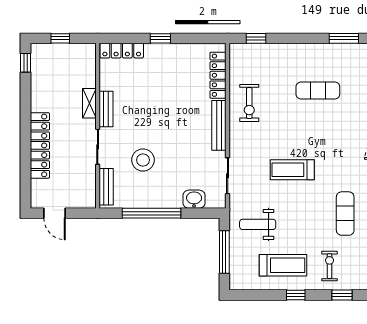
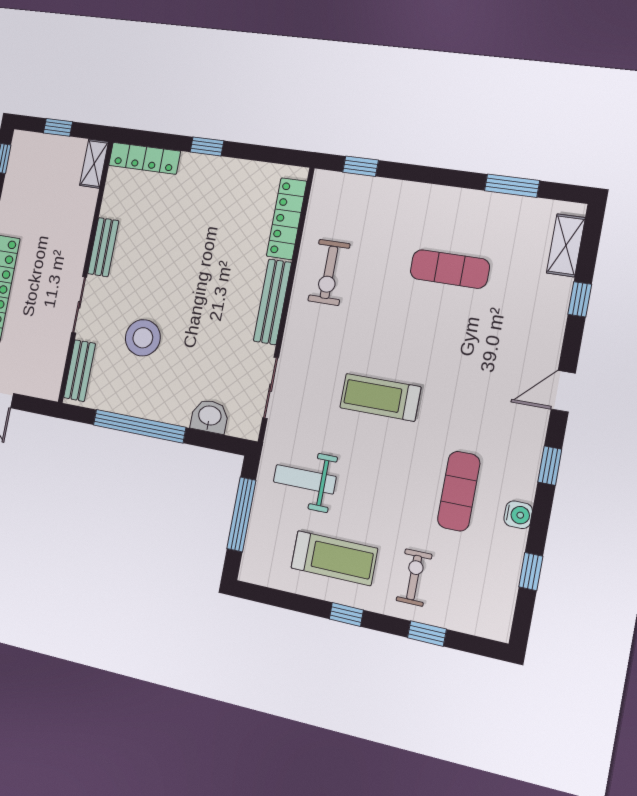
shelving: (89, 103) -> (94, 164), moved

